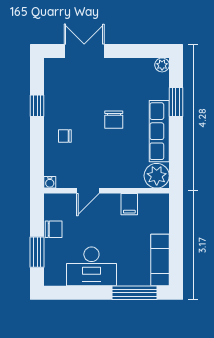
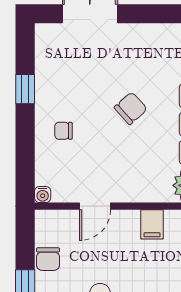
chair: (114, 120) -> (131, 108), turned -132
chair: (54, 229) -> (48, 259), turned 90

